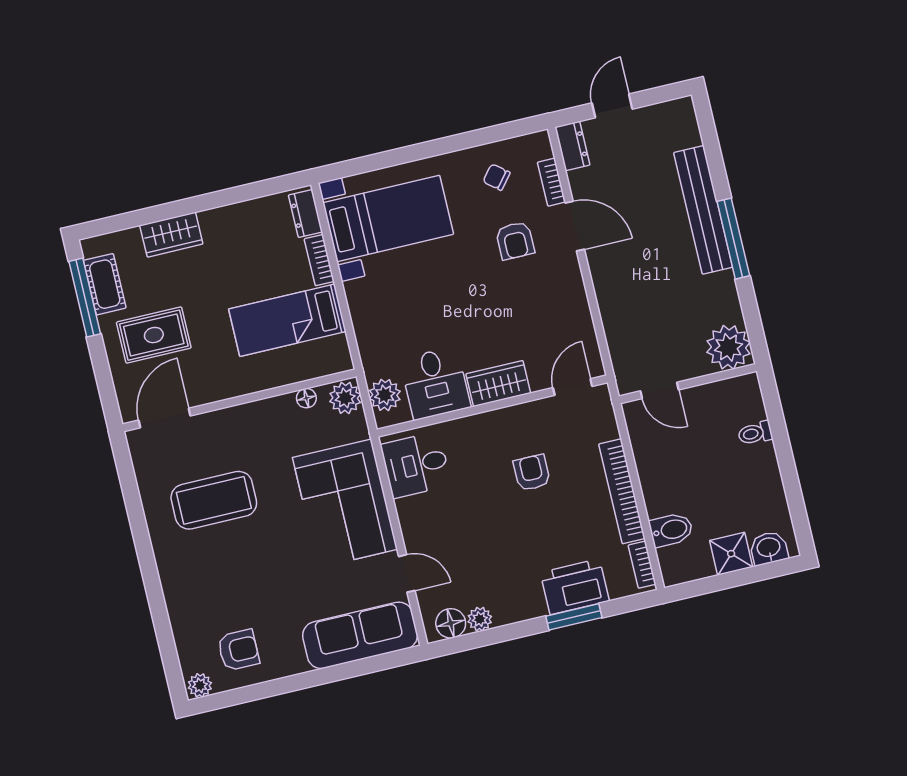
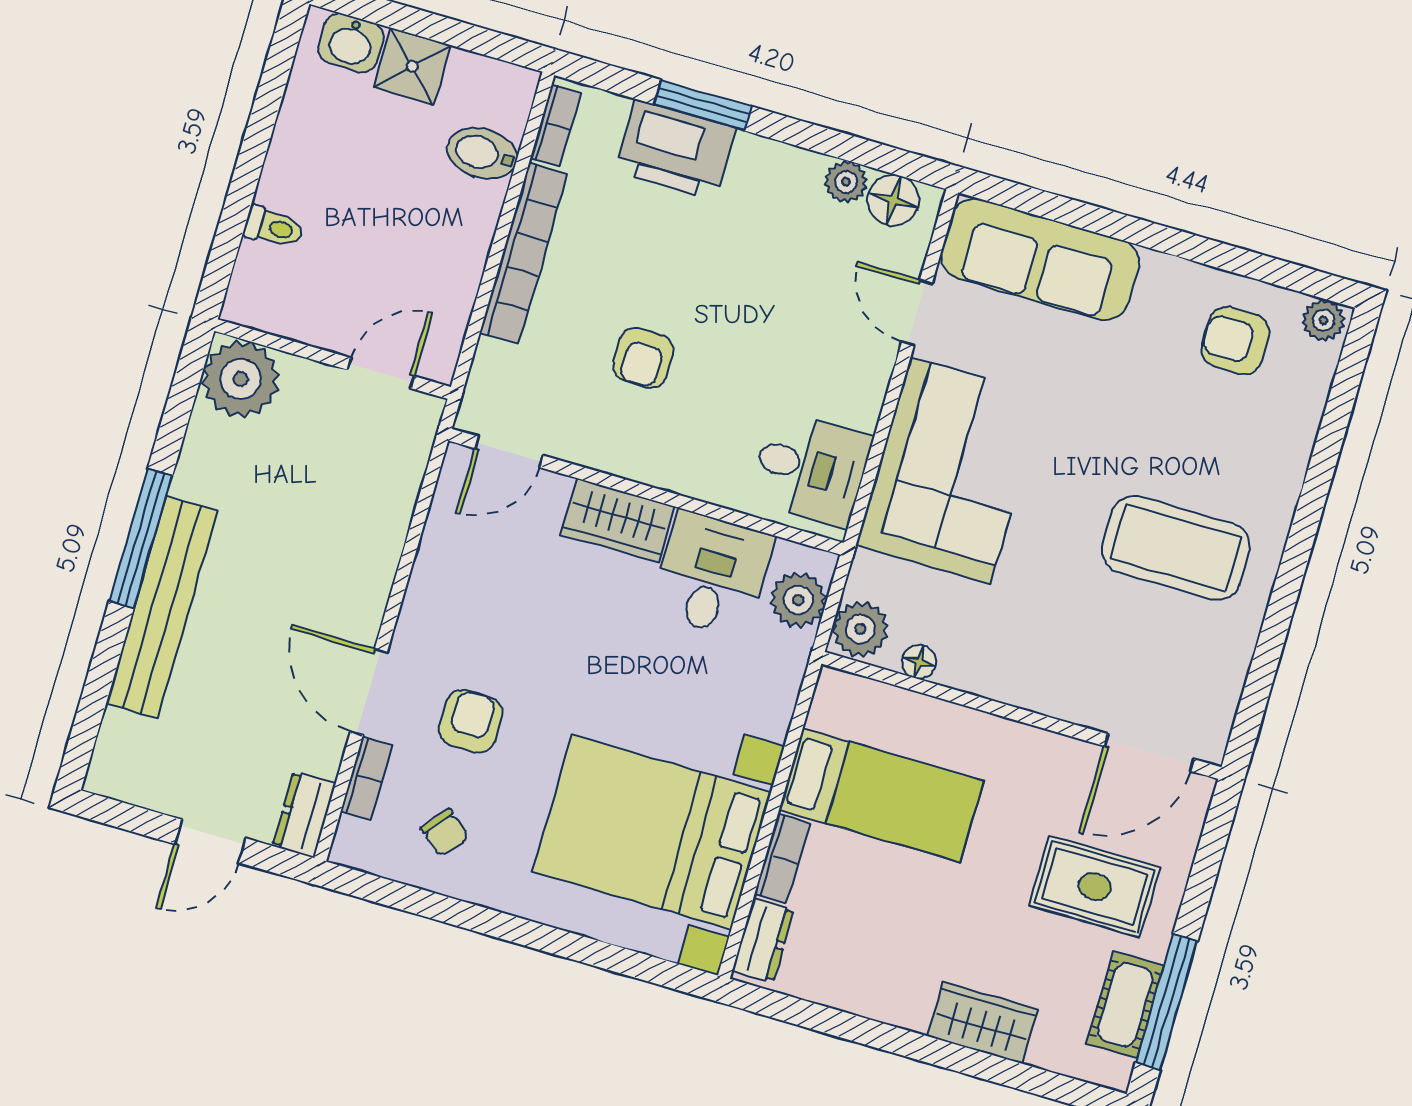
bed with nightstands: (388, 218) -> (652, 832), width x1.36
door: (660, 390) -> (381, 373), hinge flipped
coffee table: (214, 500) -> (1176, 548), moved

